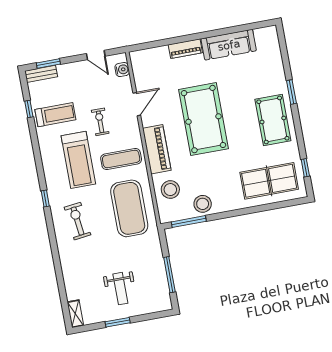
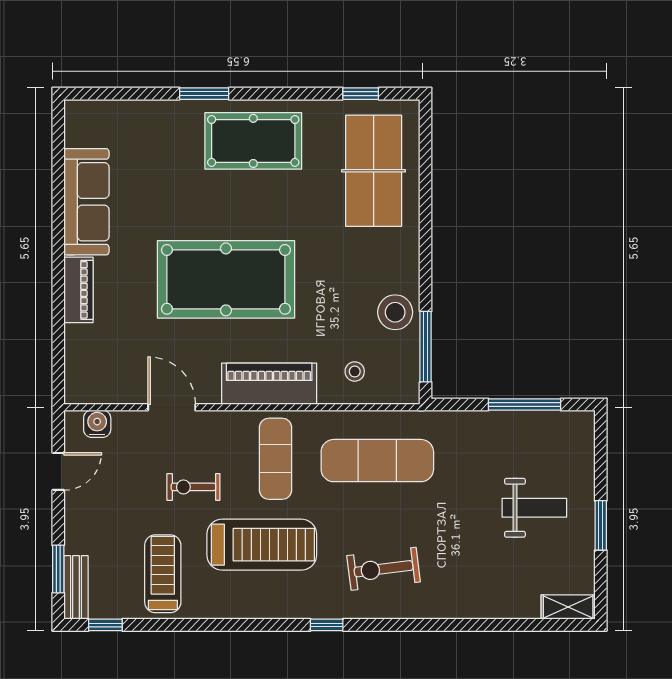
window: (29, 109) -> (105, 625), moved
stool: (170, 190) -> (355, 371), width x0.53, depth x0.53
exercise mat: (129, 208) -> (377, 461), width x0.68

